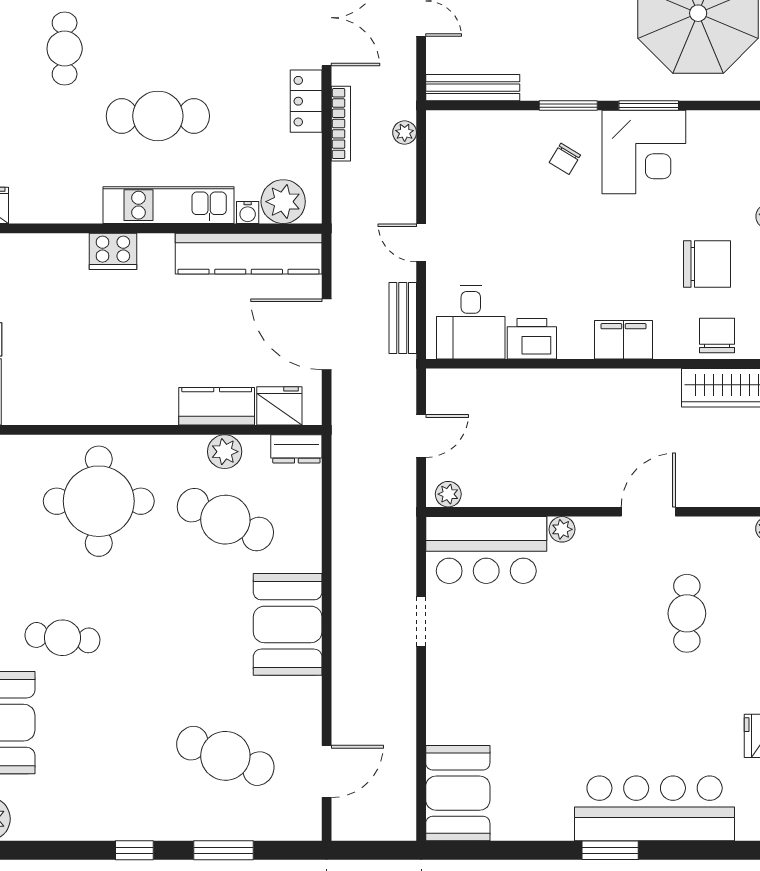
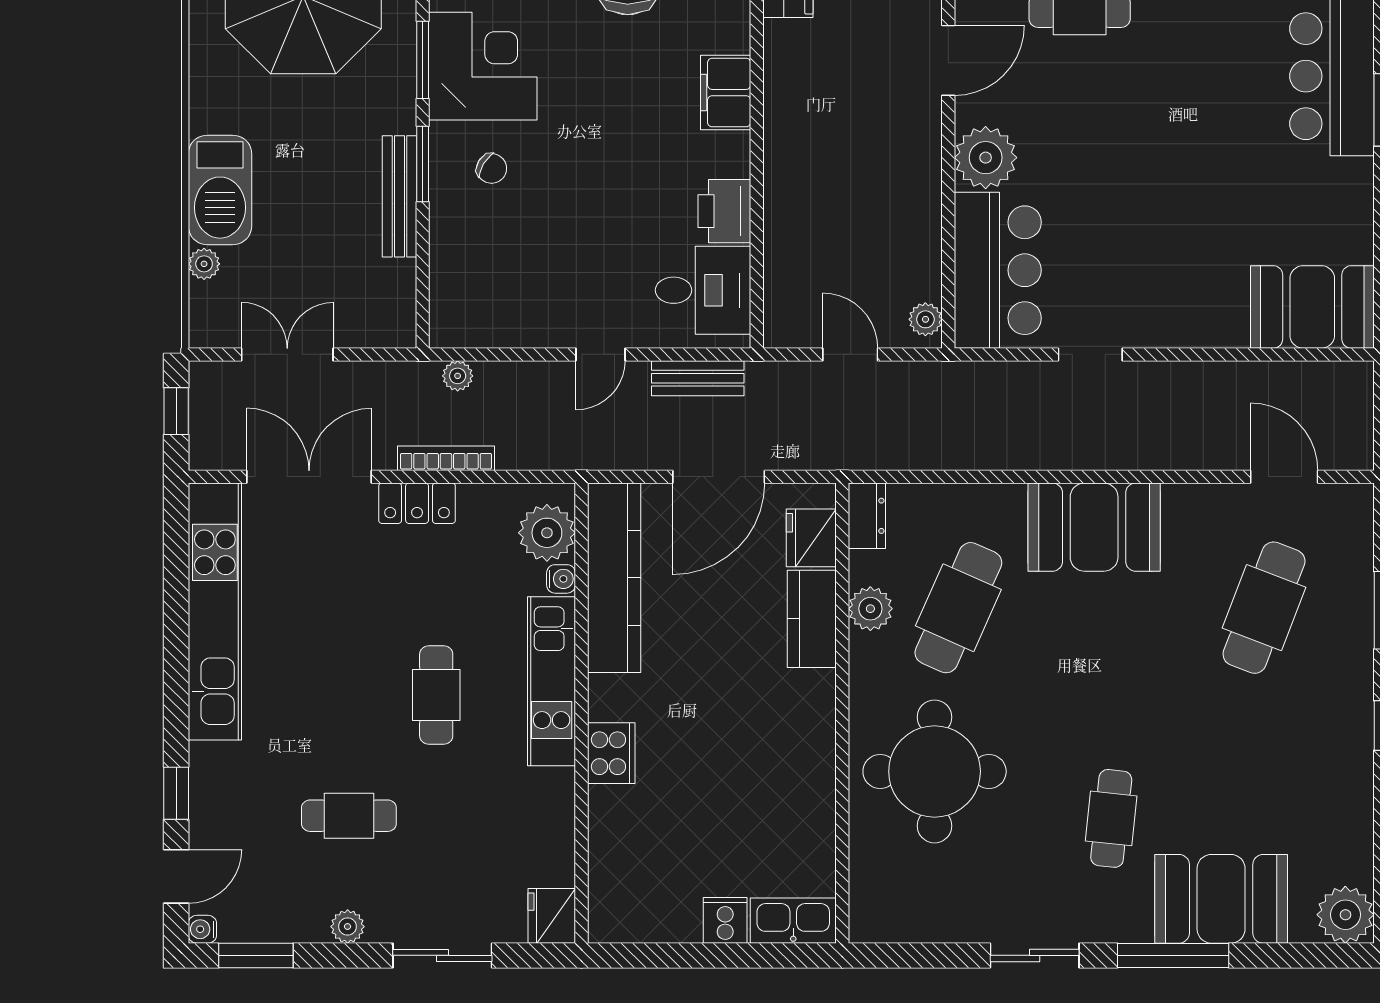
bench: (473, 88) -> (399, 196), moved
cafe table: (158, 116) -> (436, 695), width x0.73, depth x0.74
door: (648, 512) -> (948, 60), swing flipped
plant: (562, 529) -> (986, 158), width x1.88, depth x1.88

